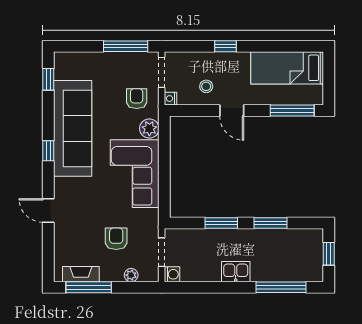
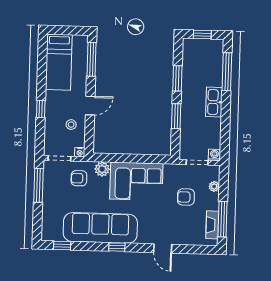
door: (48, 210) -> (163, 248), hinge flipped
kitchen sink: (236, 272) -> (214, 102), width x1.38

